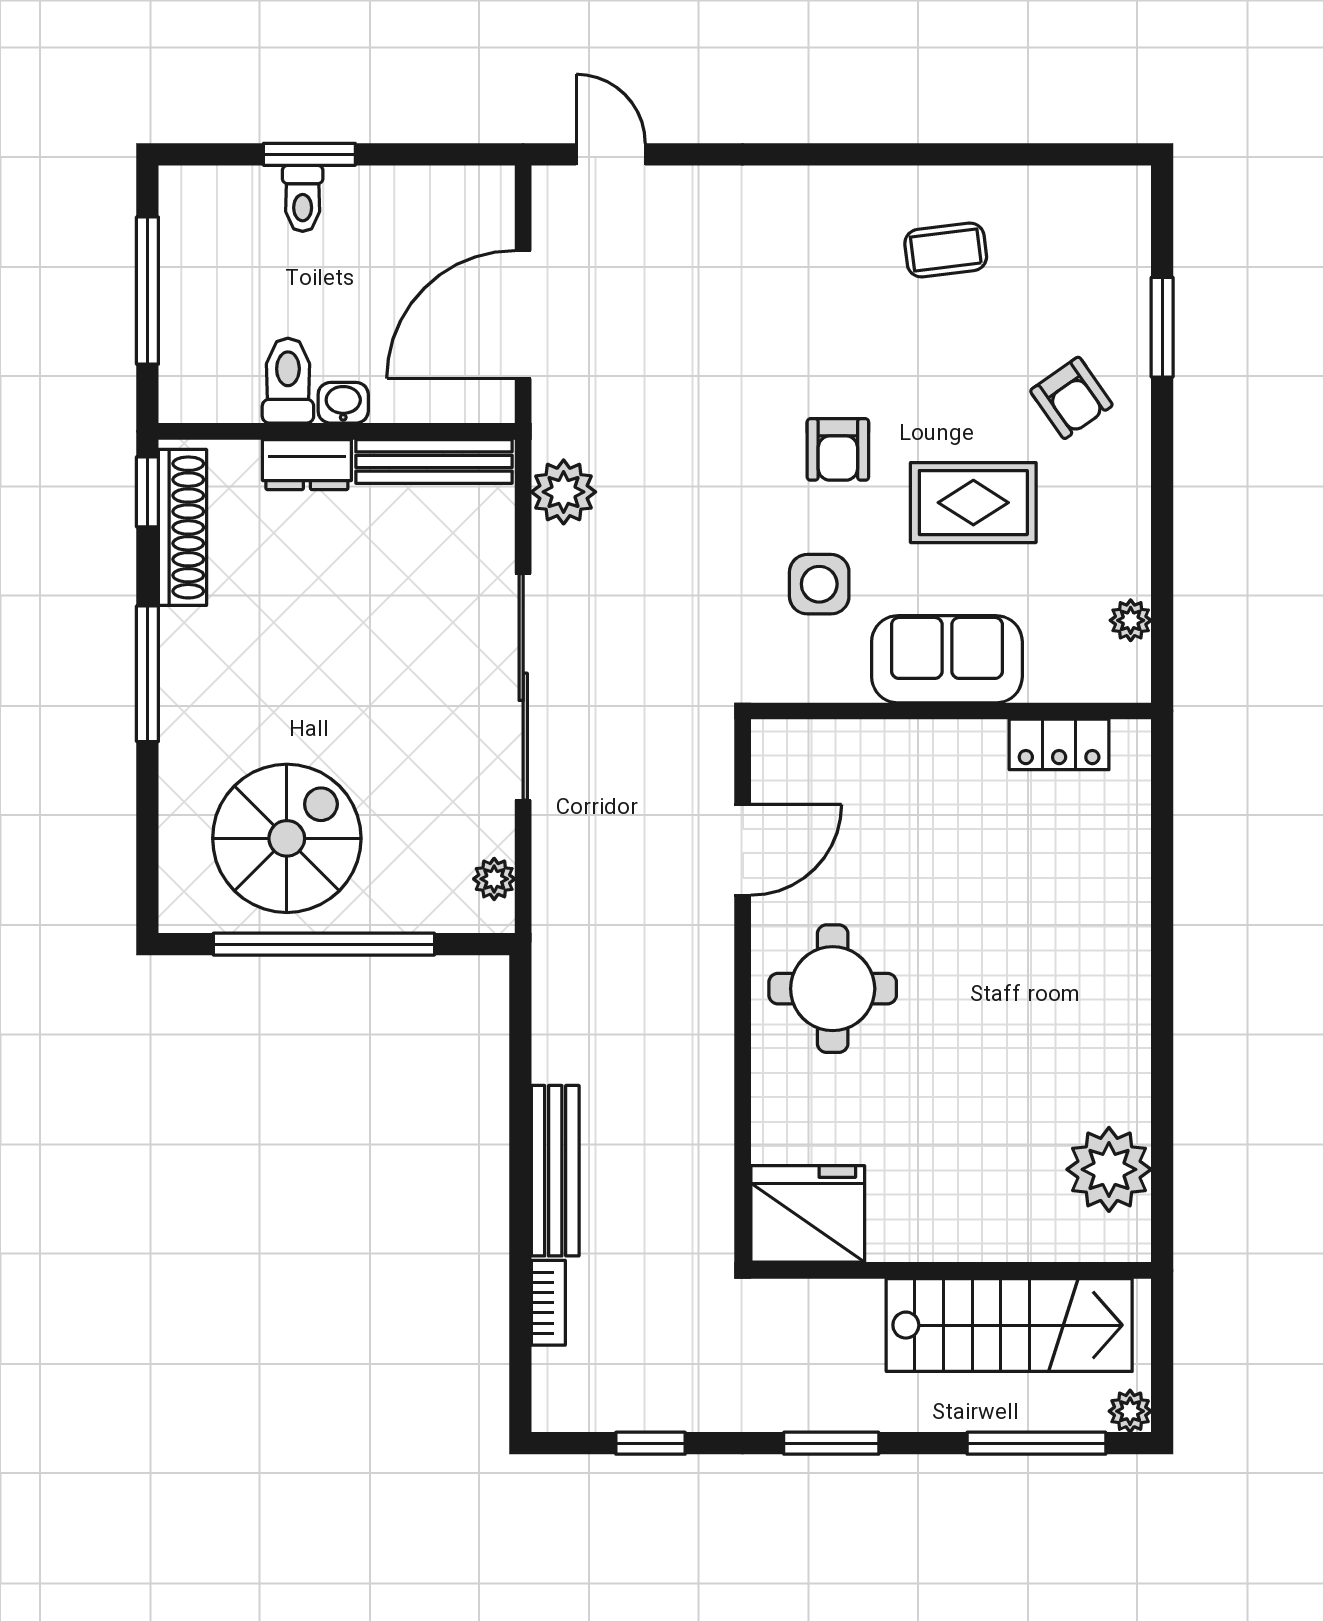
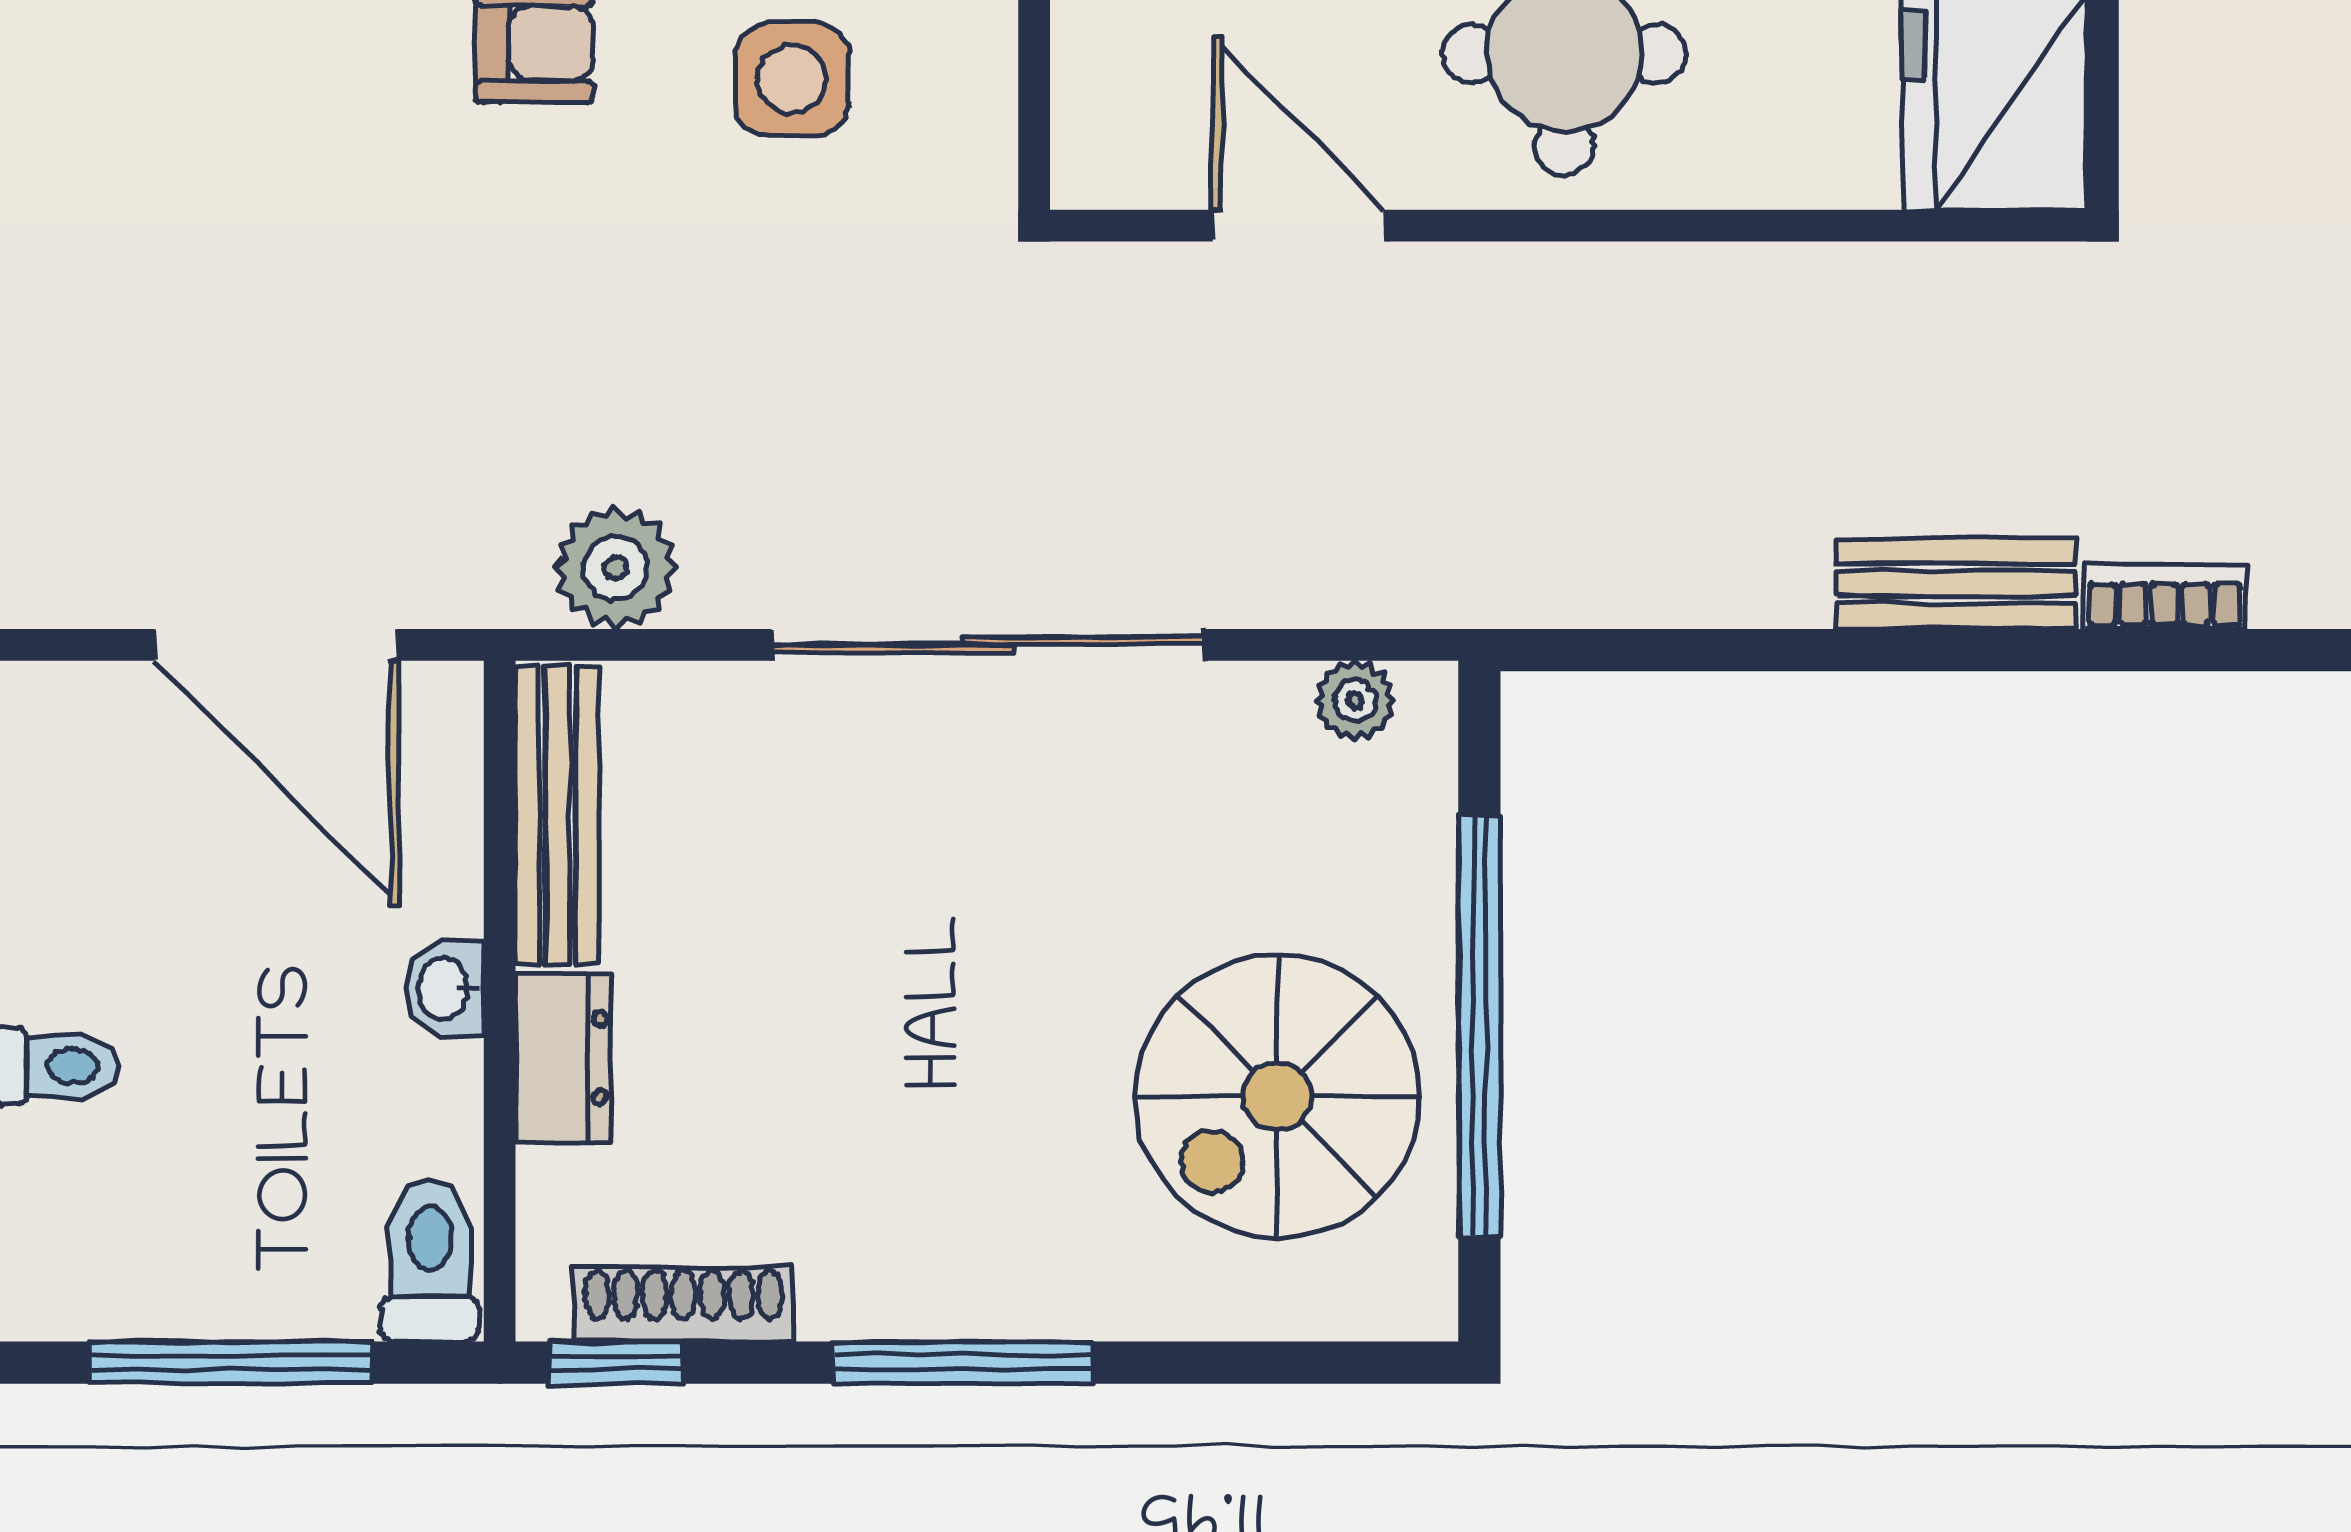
toilet: (288, 381) -> (430, 1261), moved, turned 90
shoe rack: (182, 527) -> (683, 1304), width x0.74, depth x0.81
spiral stairs: (287, 838) -> (1277, 1096), turned -90
bench: (555, 1171) -> (1956, 584), width x0.73

